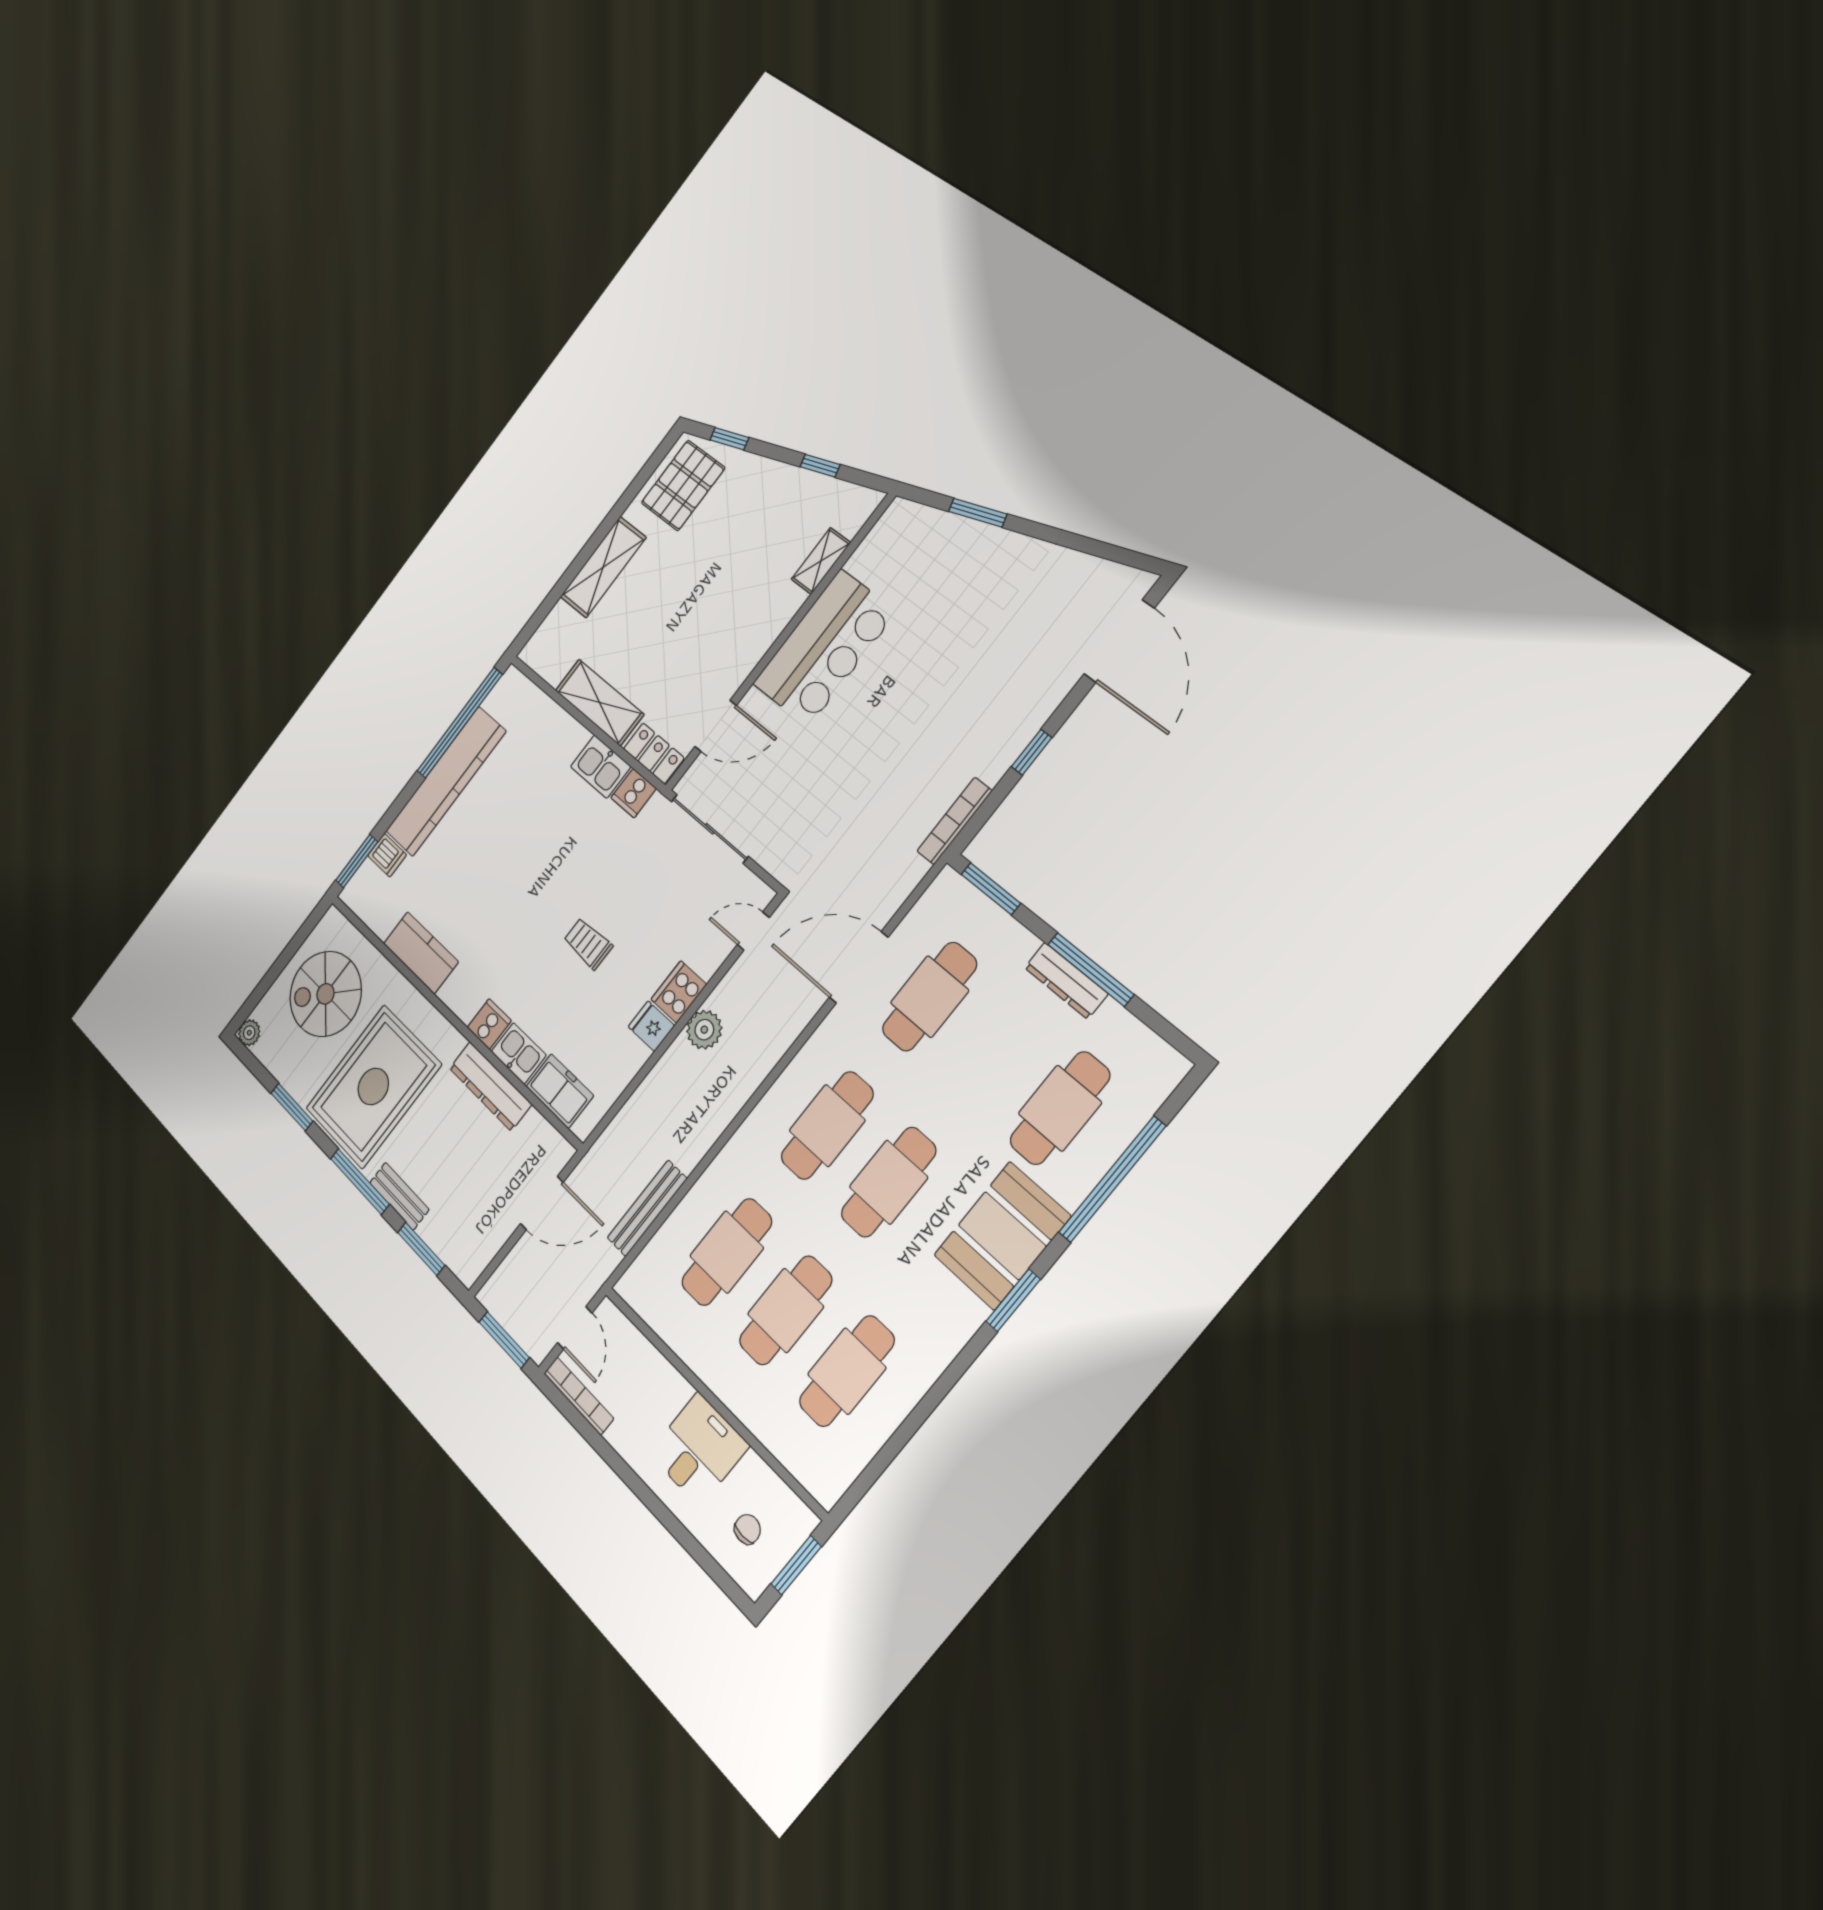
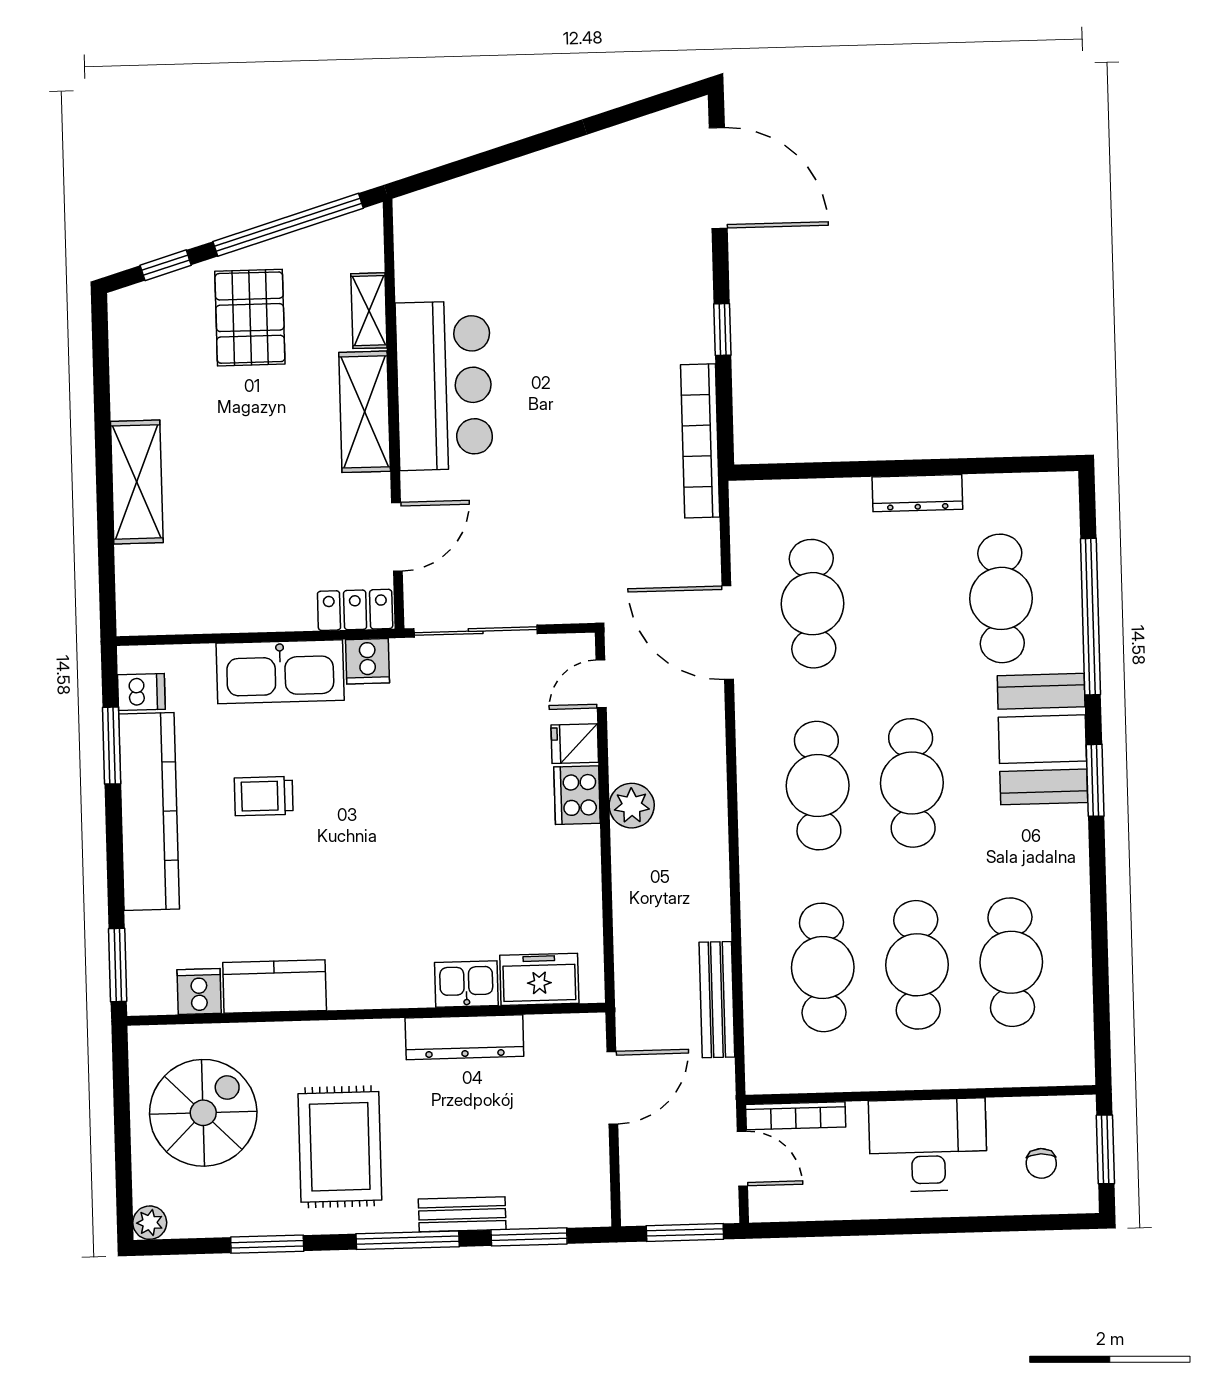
window: (820, 466) -> (288, 225), width x3.17
pallet: (683, 485) -> (250, 318), moved
window: (978, 513) -> (488, 159), removed
shelving: (599, 702) -> (365, 412), moved, turned 90
window: (460, 723) -> (112, 746), width x0.47
kitchen sink: (601, 767) -> (280, 672), width x1.88, depth x1.24
bookcase: (954, 821) -> (700, 441), width x1.48, depth x1.31
dishwasher: (387, 855) -> (141, 692), moved
window: (991, 889) -> (787, 471), removed
trolley: (588, 944) -> (264, 796), moved
door: (859, 967) -> (728, 633), hinge flipped
window: (1091, 969) -> (930, 467), removed
spiral stairs: (325, 994) -> (203, 1113), turned 180
cooker: (489, 1024) -> (199, 992), moved
fridge: (651, 1026) -> (575, 744), moved
rug: (373, 1086) -> (340, 1147), width x0.73, depth x0.69
bookcase: (579, 1396) -> (796, 1116), moved, turned 180
desk: (699, 1449) -> (928, 1145), width x1.37
chair: (747, 1529) -> (1041, 1163), turned 180

